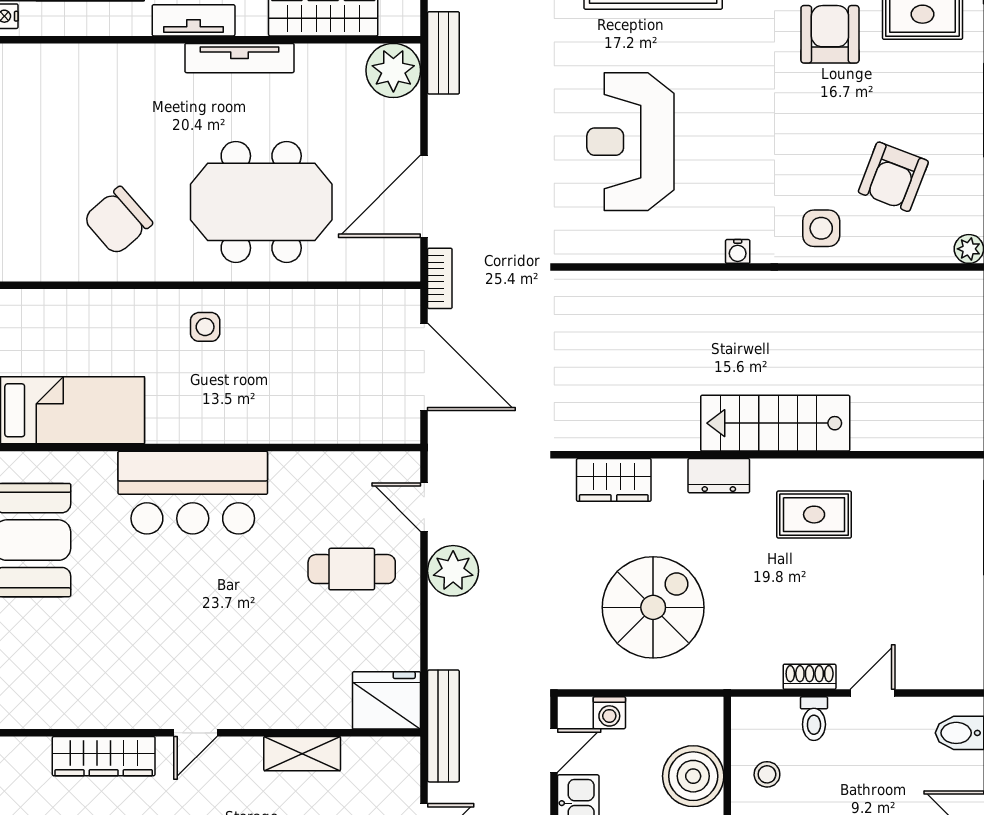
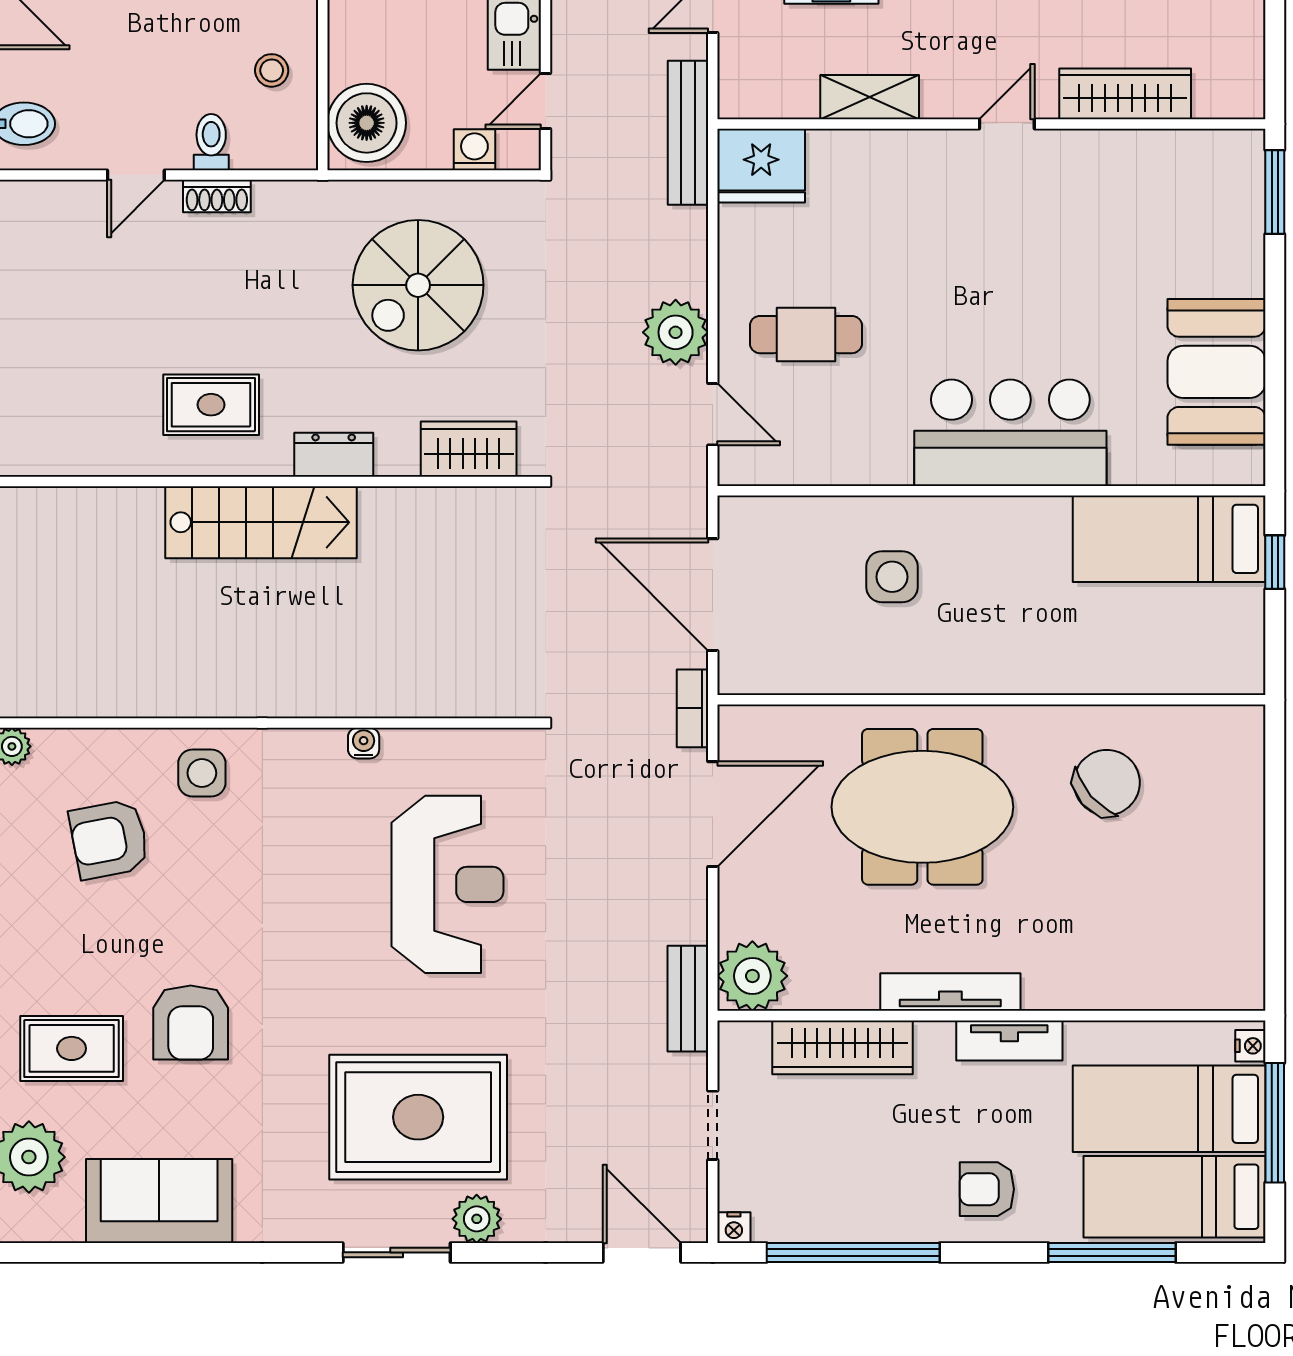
armchair: (893, 177) -> (109, 839), turned -122
water cooler: (738, 251) -> (364, 743), moved
side table: (205, 327) -> (892, 577), moved, width x1.37, depth x1.37
boiler: (693, 776) -> (367, 123), moved

